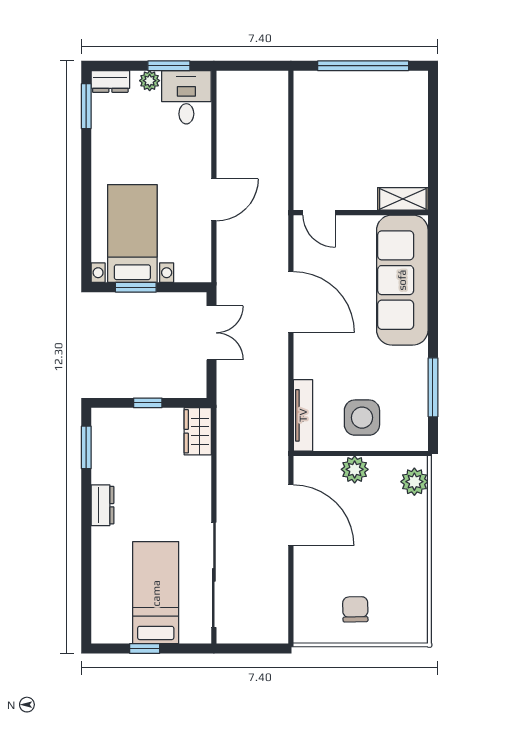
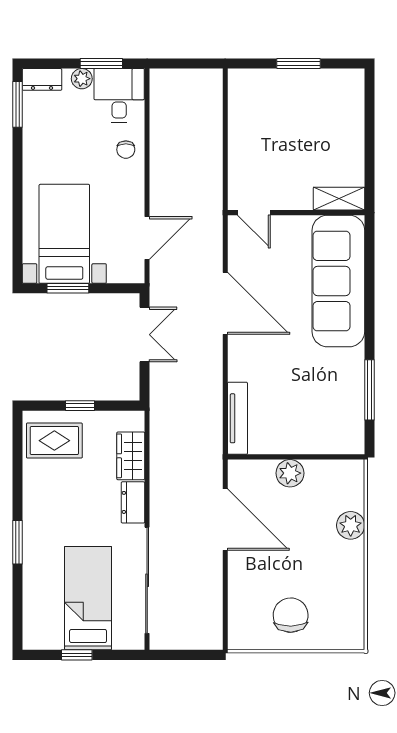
window: (363, 66) -> (299, 63), width x0.47
chair: (193, 151) -> (126, 150), added
door: (214, 200) -> (147, 238), moved
side table: (362, 418) -> (297, 421), removed
wardrobe: (198, 431) -> (131, 456), moved
rug: (123, 437) -> (54, 441), added
window: (86, 447) -> (18, 542), moved
plant: (414, 482) -> (351, 525), moved
dresser: (102, 505) -> (133, 502), moved, turned 180
chair: (355, 609) -> (291, 615), width x1.37, depth x1.37

